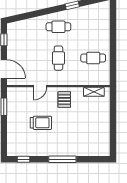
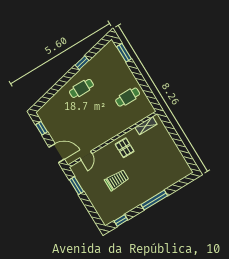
window: (113, 18) -> (124, 53), added
cafe table: (58, 58) -> (98, 115), removed
door: (40, 86) -> (86, 156), moved

